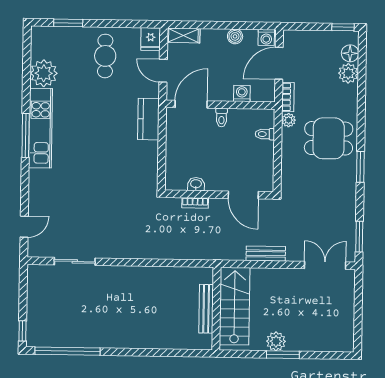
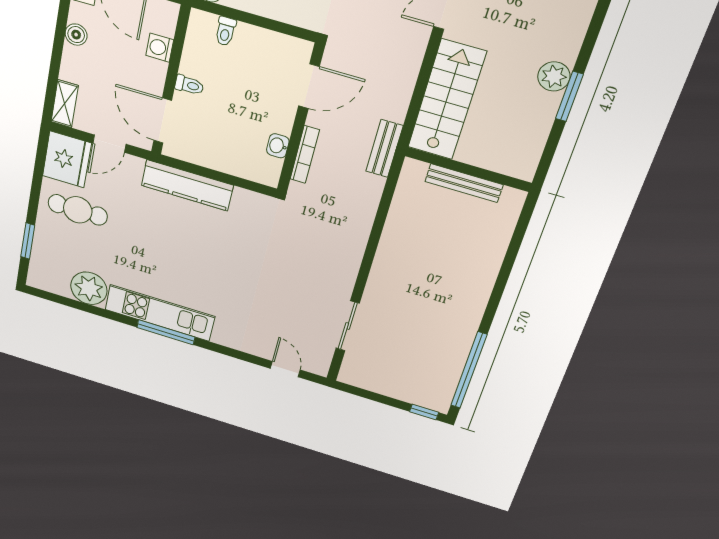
fridge: (151, 39) -> (67, 159), width x1.88, depth x1.34
kitchen counter: (148, 119) -> (187, 185), width x1.50
bookcase: (195, 203) -> (305, 155), width x1.56
bench: (266, 254) -> (384, 149), moved
stairs: (235, 306) -> (447, 100), moved, turned 90
plant: (276, 341) -> (554, 76), moved

